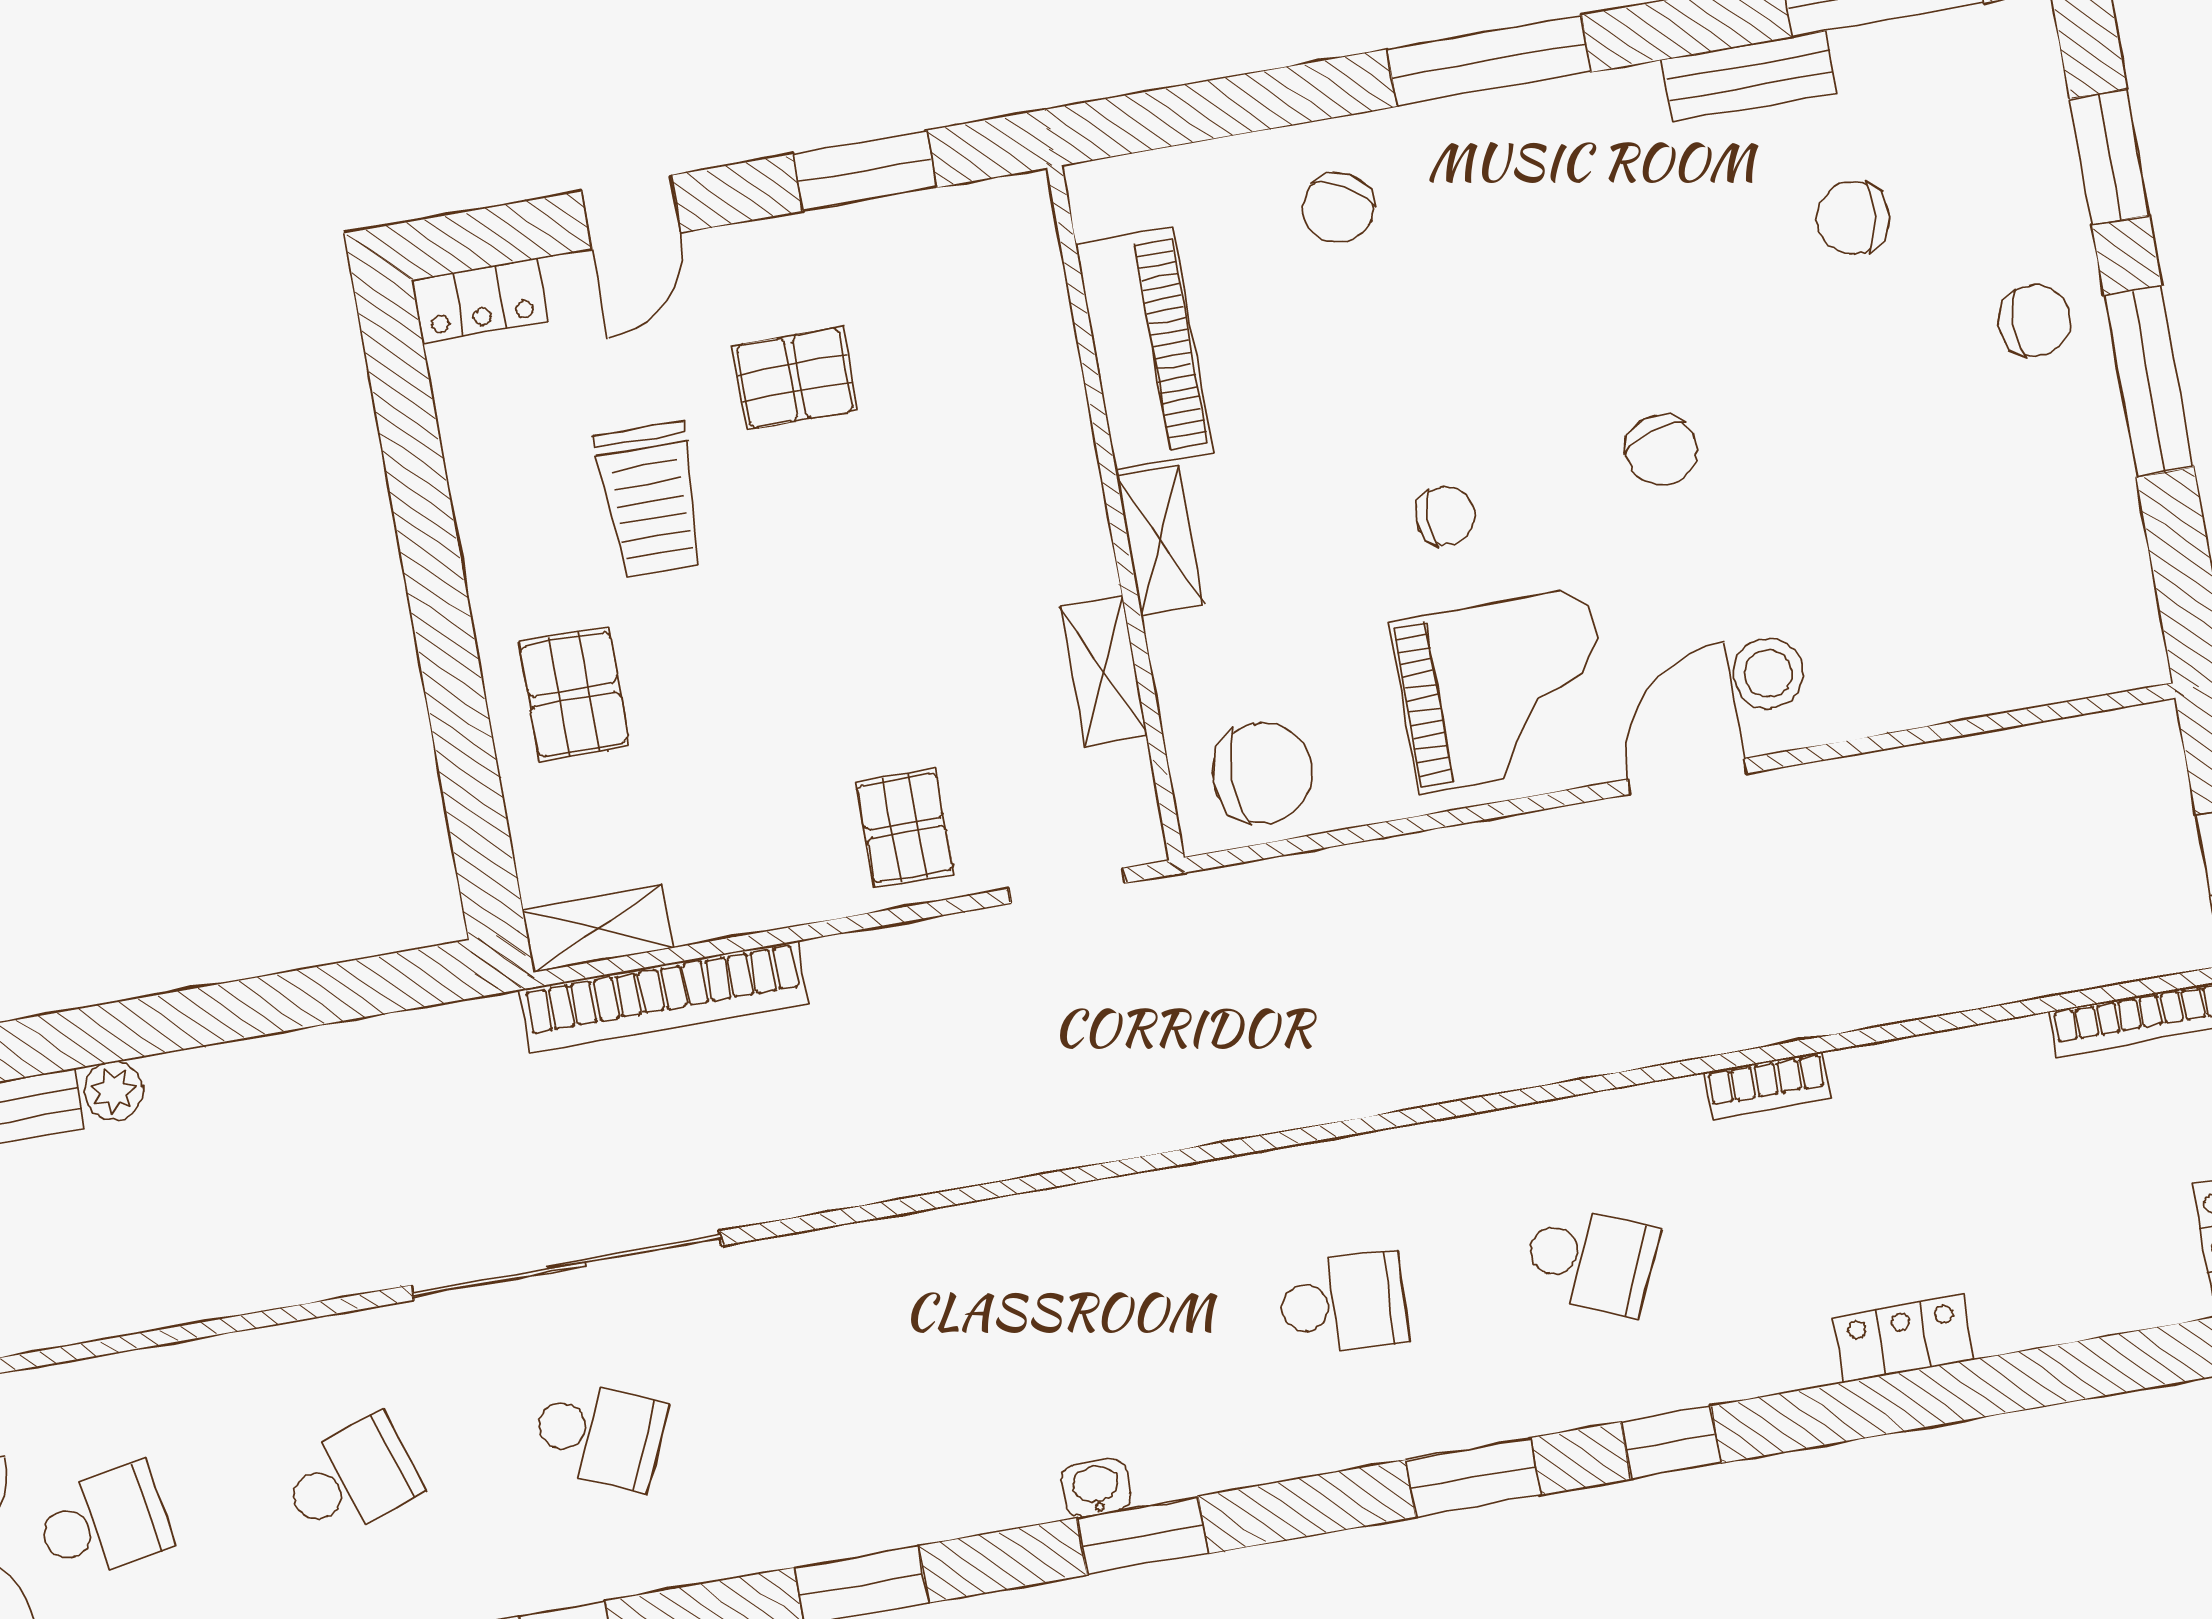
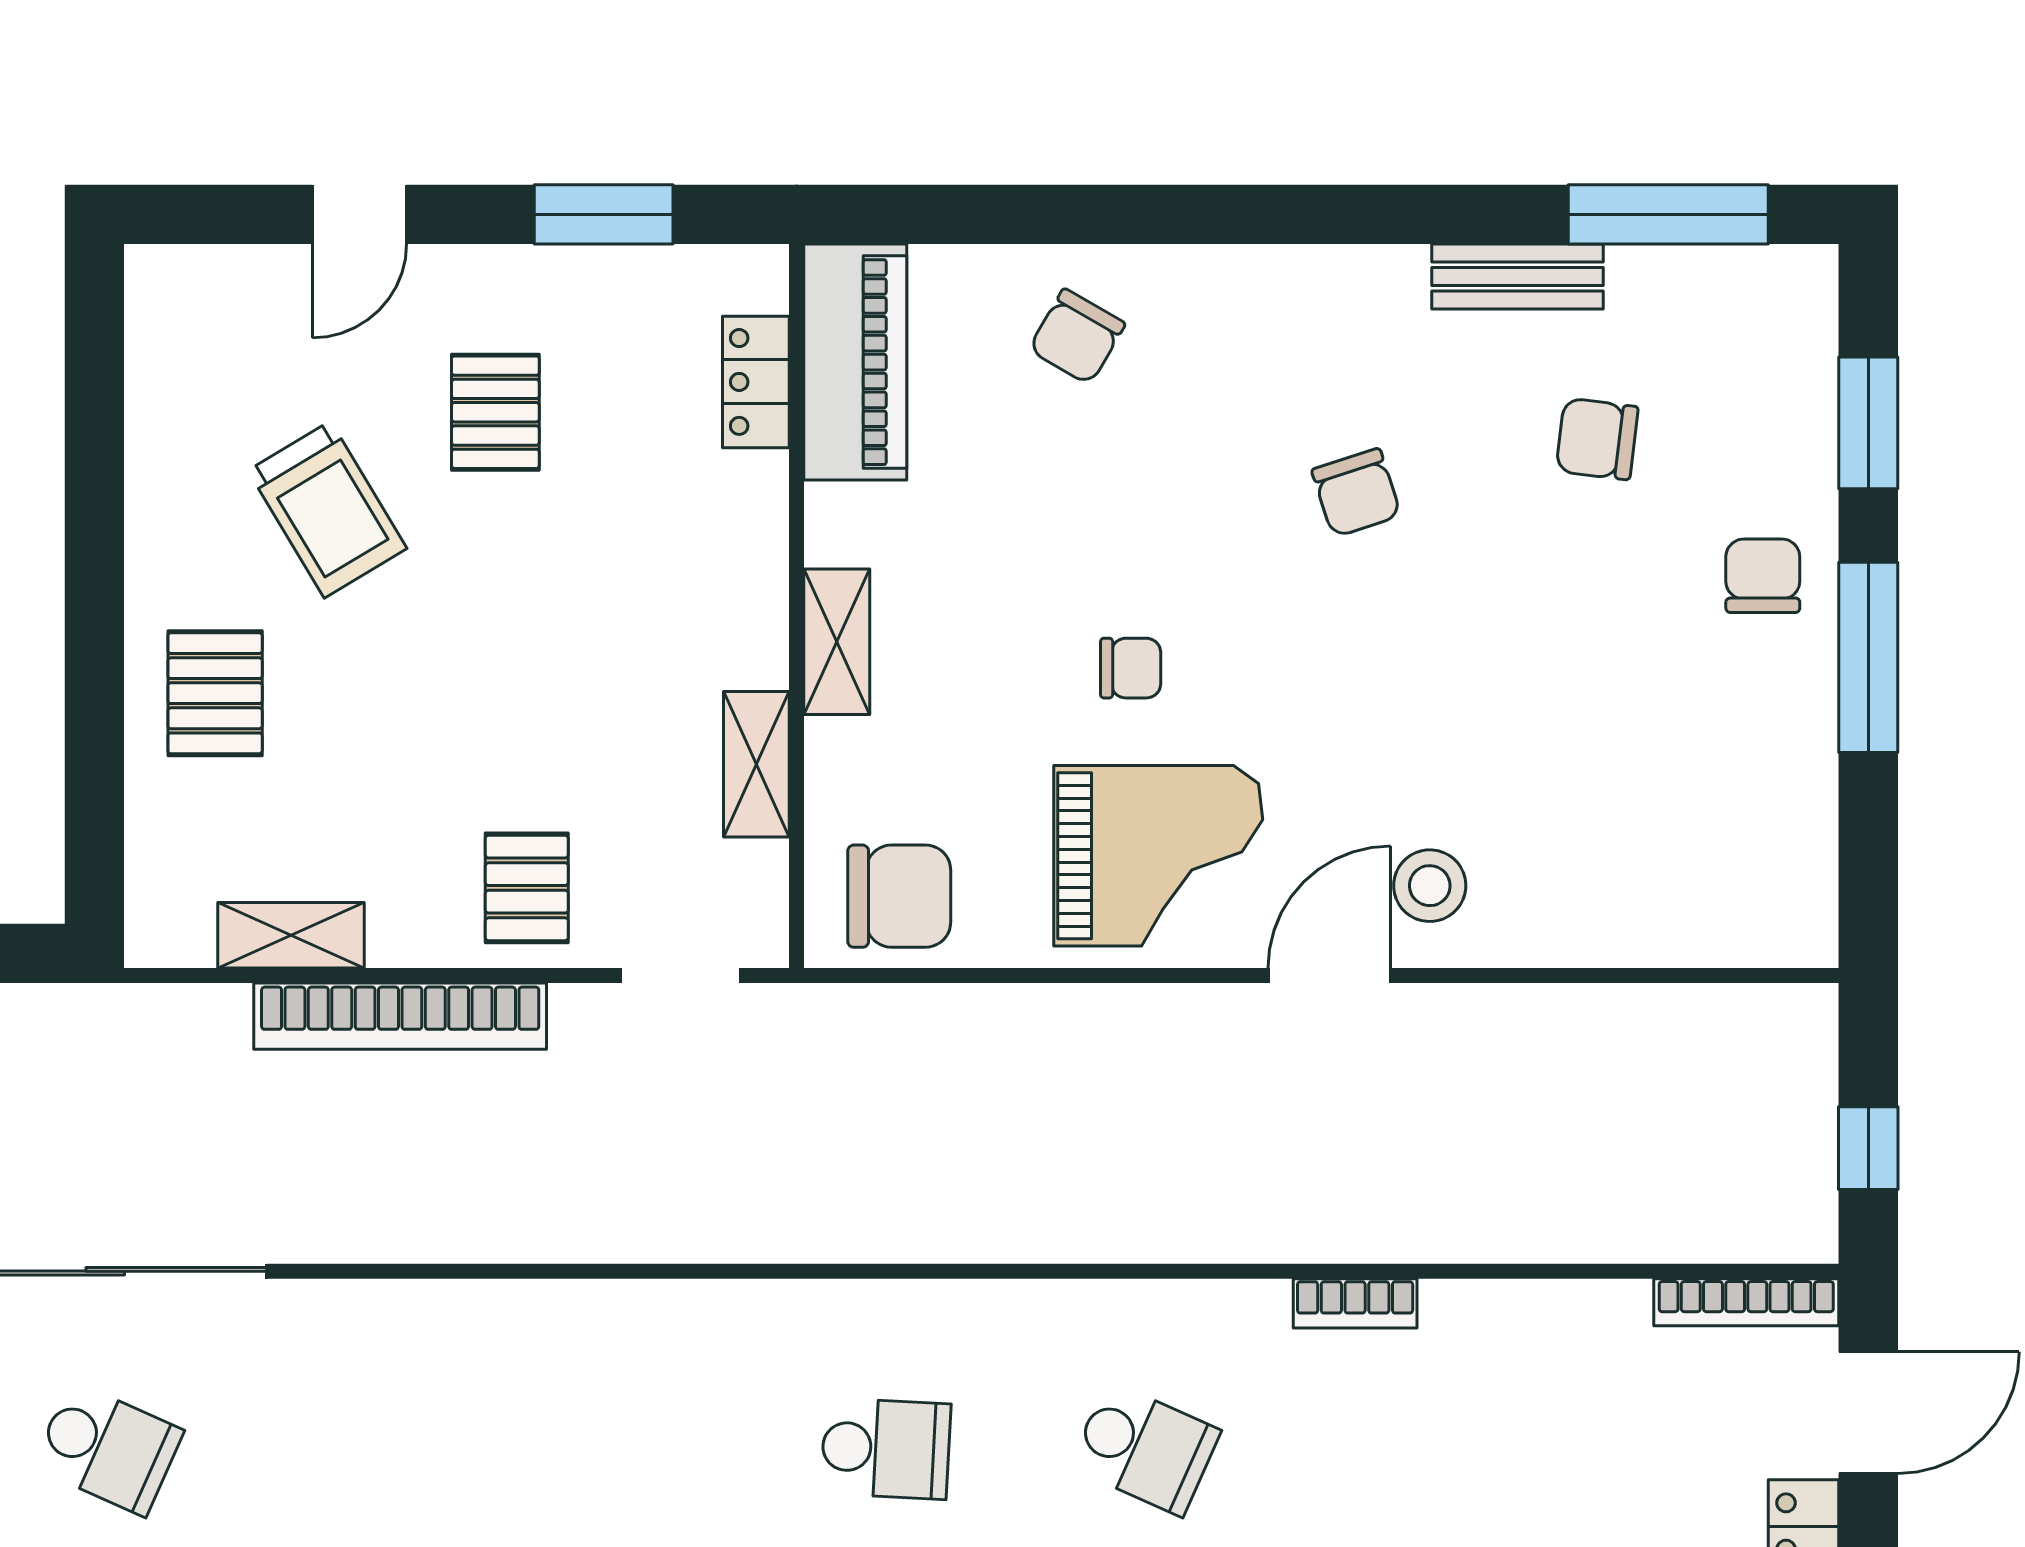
window: (1489, 61) -> (1257, 214), removed
locker: (480, 301) -> (756, 382), moved, turned 90
chair: (2034, 321) -> (1763, 576), turned -90
piano: (1144, 349) -> (855, 362), moved
pallet: (795, 378) -> (495, 412), turned 90
chair: (1661, 450) -> (1356, 493), moved
trolley: (650, 500) -> (327, 510), turned -31
shelving: (598, 929) -> (291, 935), moved
bookcase: (664, 997) -> (400, 1016), moved

